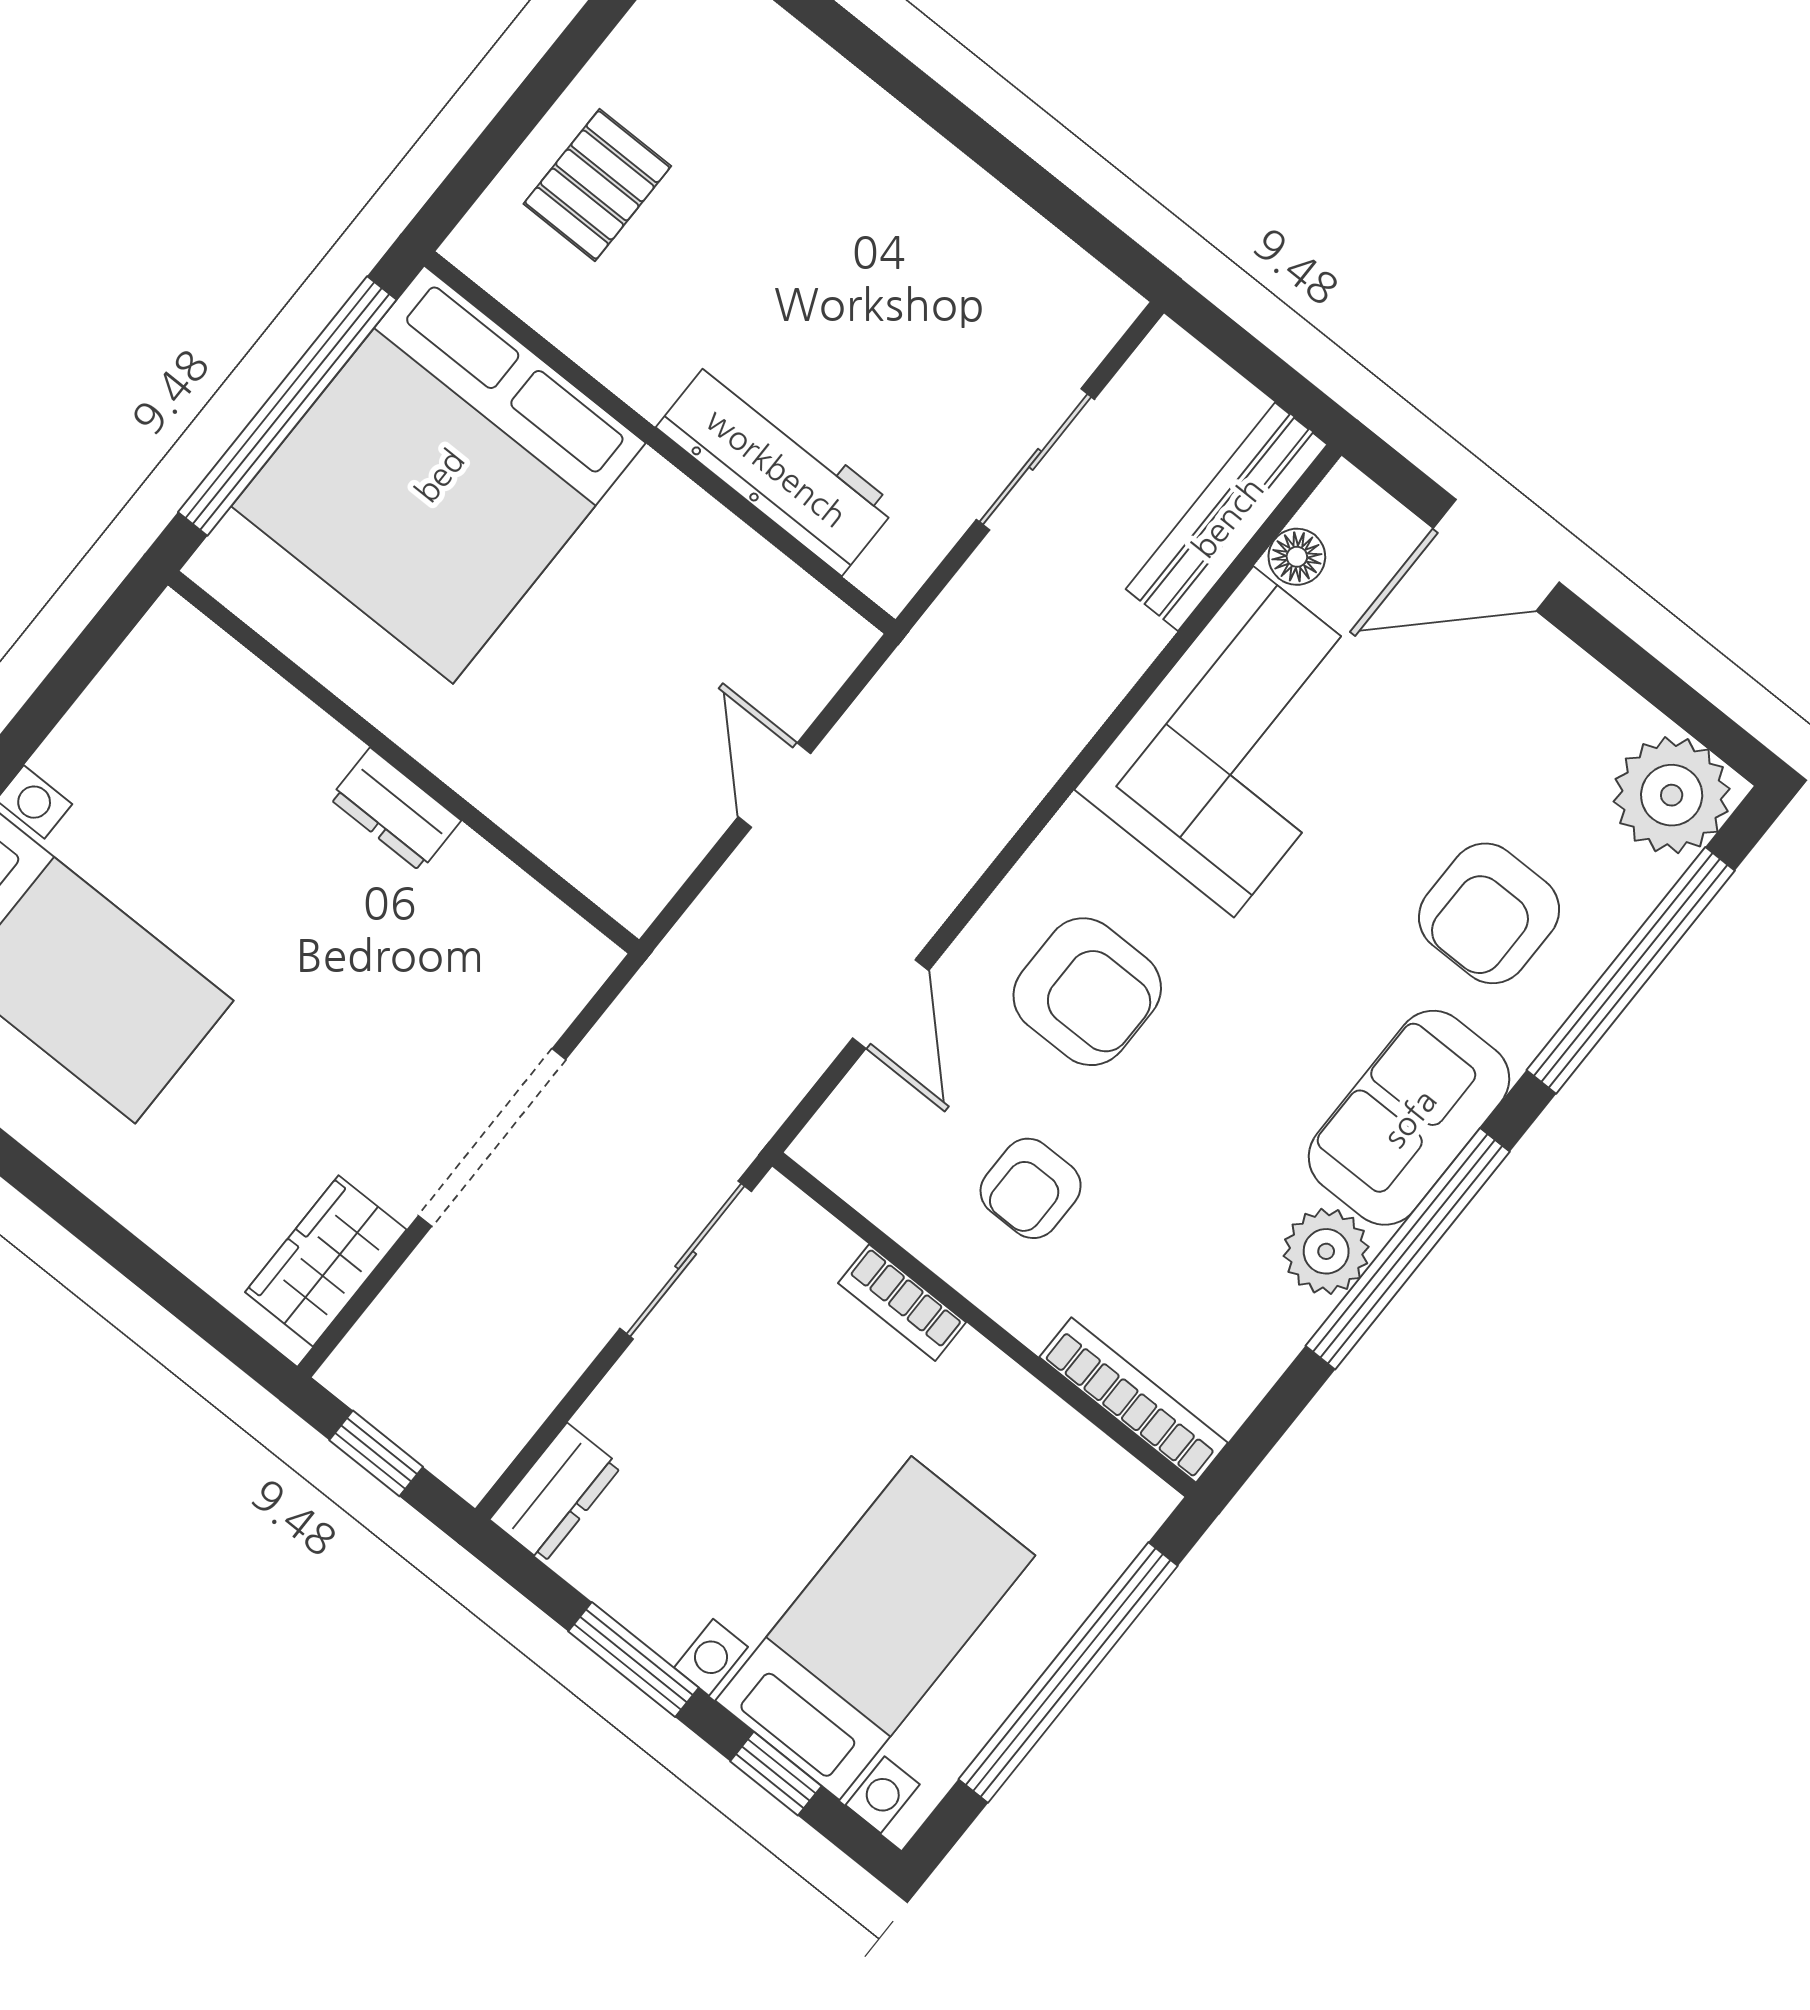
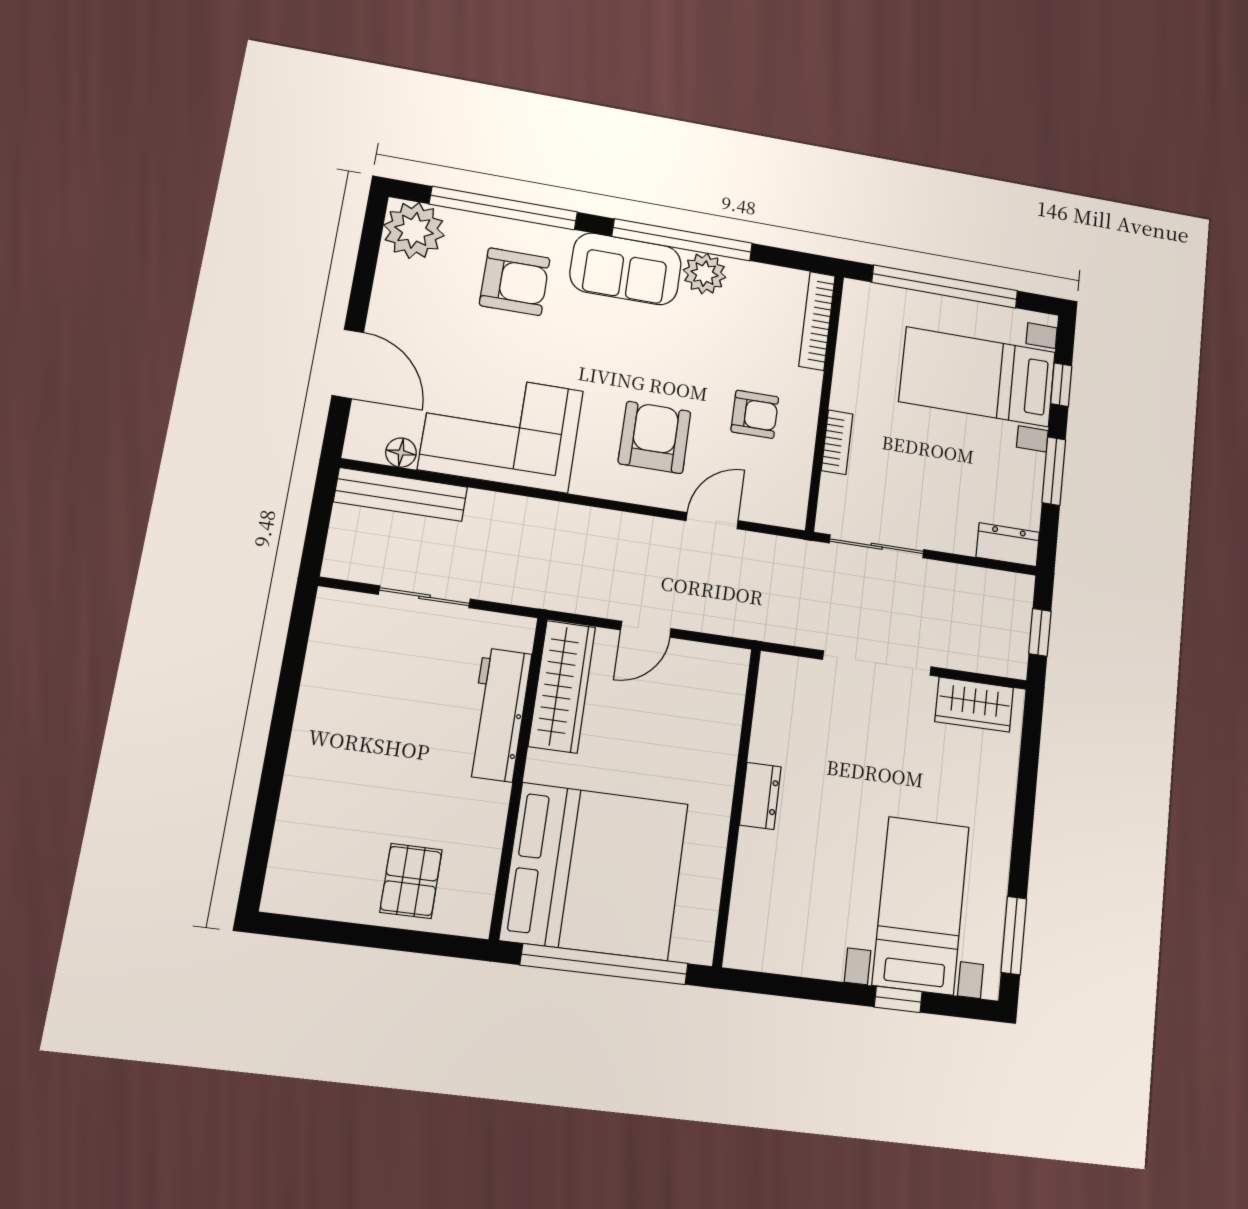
pallet: (597, 185) -> (411, 881), turned 90
wardrobe: (761, 594) -> (562, 687), added

